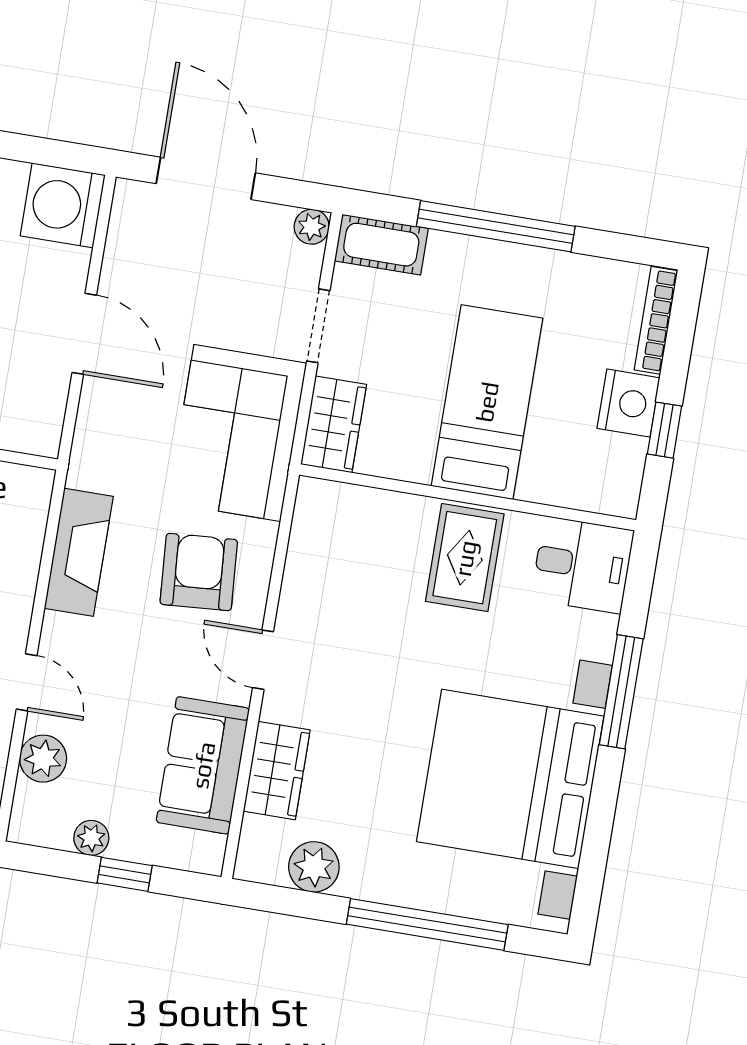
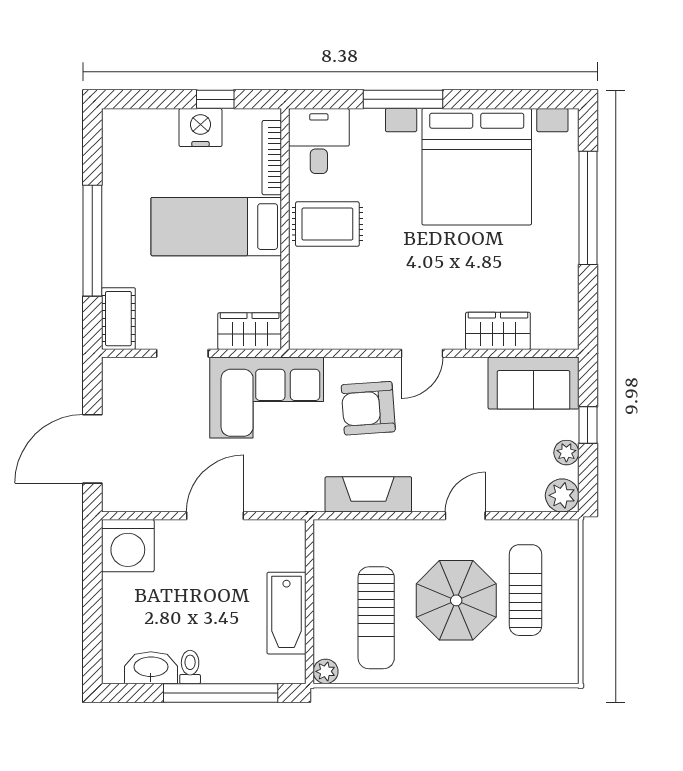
plant: (312, 227) -> (114, 369), removed
bookcase: (656, 320) -> (272, 158), moved, turned 90
plant: (43, 759) -> (562, 495), moved
sofa: (203, 765) -> (534, 383), moved
plant: (314, 867) -> (561, 294), removed

